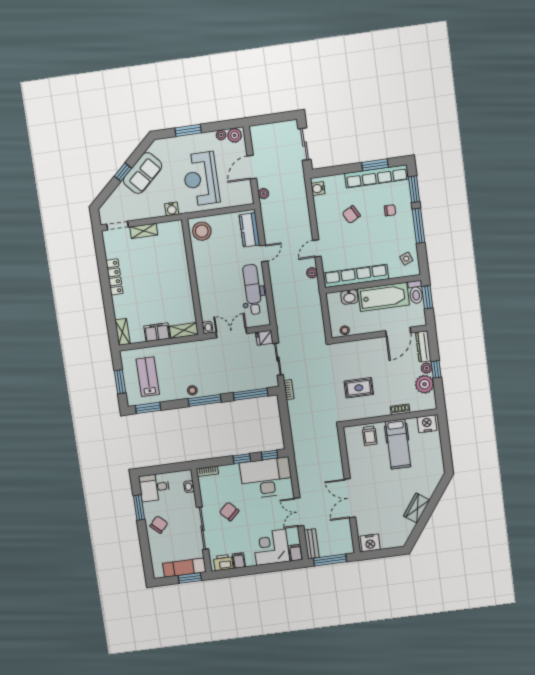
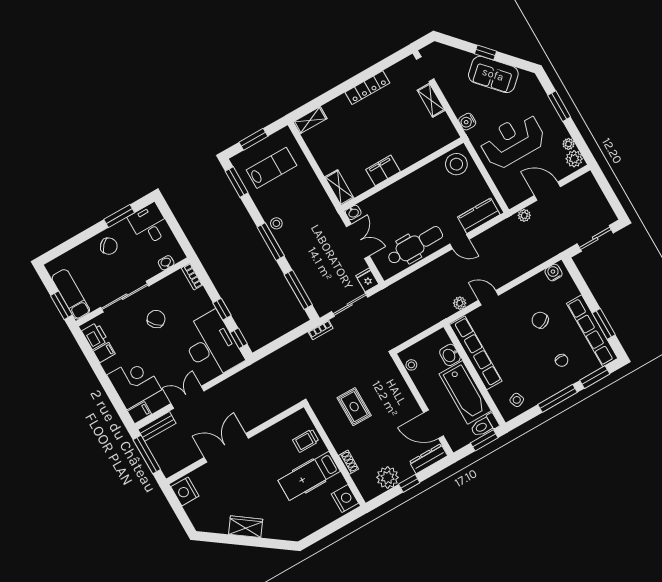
filing cabinet: (157, 332) -> (383, 170), moved, turned -90
plant: (426, 368) -> (406, 472), removed

